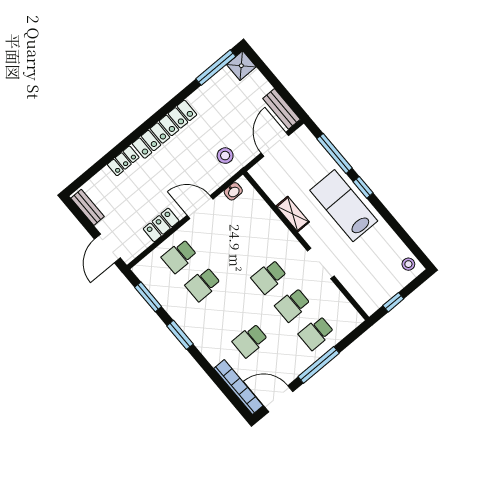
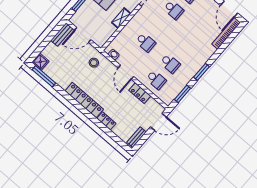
school desk: (269, 277) -> (146, 42), moved
school desk: (250, 341) -> (198, 31), removed

